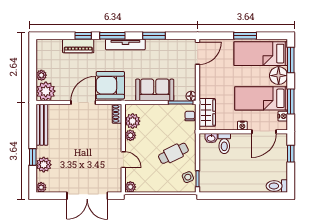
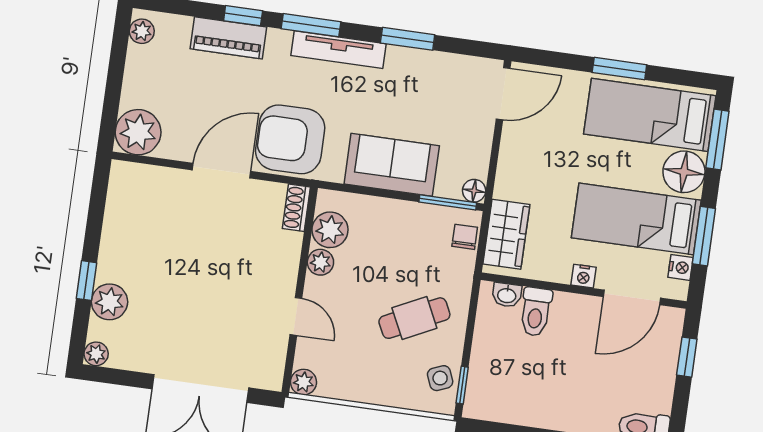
plant: (41, 75) -> (142, 31), moved
bench: (42, 125) -> (118, 209), removed

